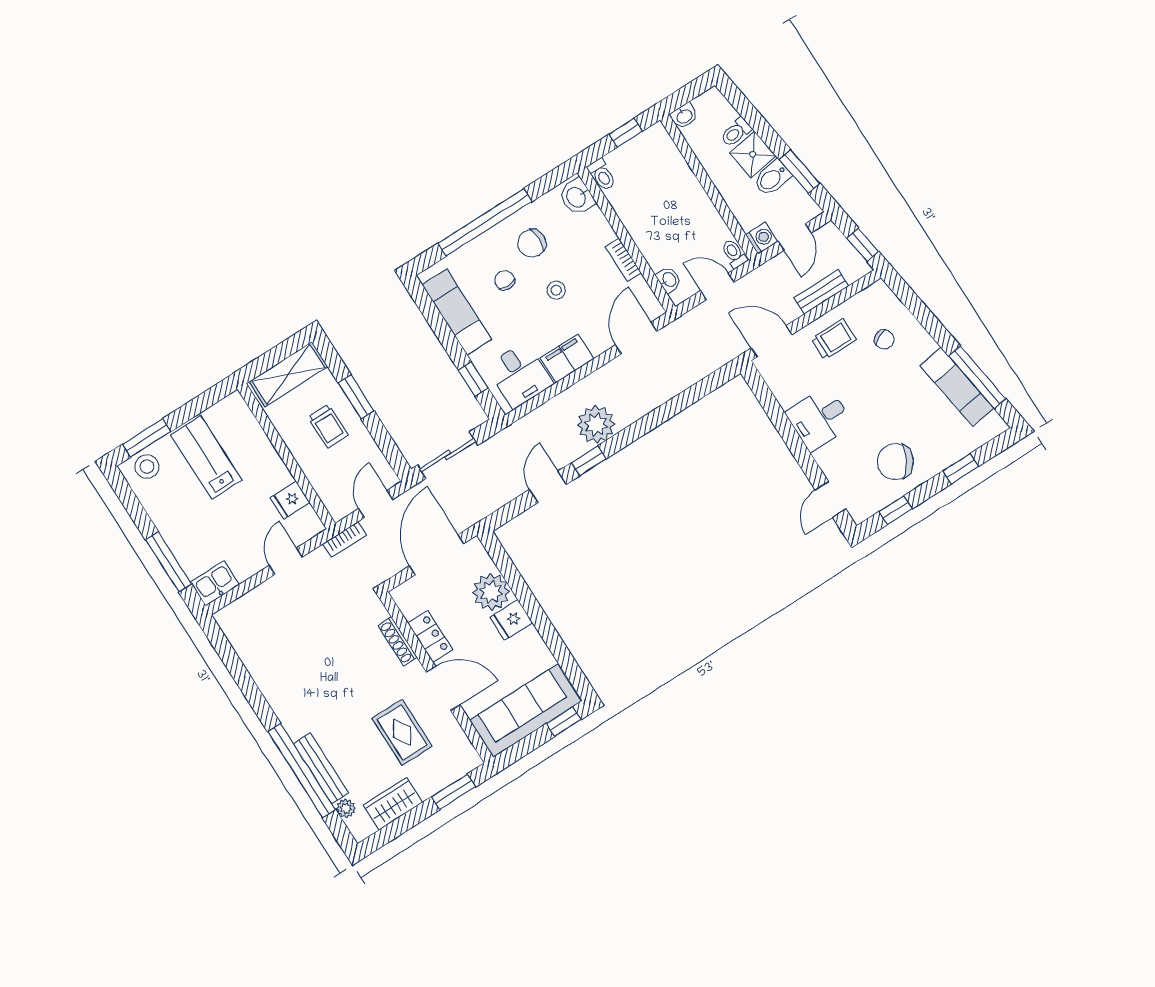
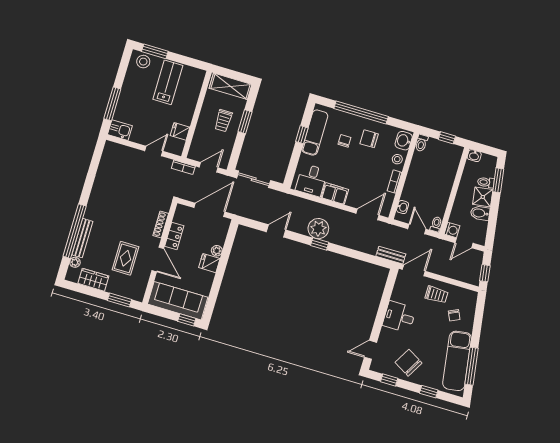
window: (800, 172) -> (498, 180), moved
stool: (556, 290) -> (397, 159), moved
bench: (821, 292) -> (391, 255), moved
door: (772, 341) -> (414, 270), hinge flipped
window: (473, 379) -> (302, 135), moved
exam couch: (957, 387) -> (457, 361), width x1.36, depth x1.45
window: (589, 461) -> (320, 244), moved
plant: (491, 592) -> (217, 251), width x0.53, depth x0.53

